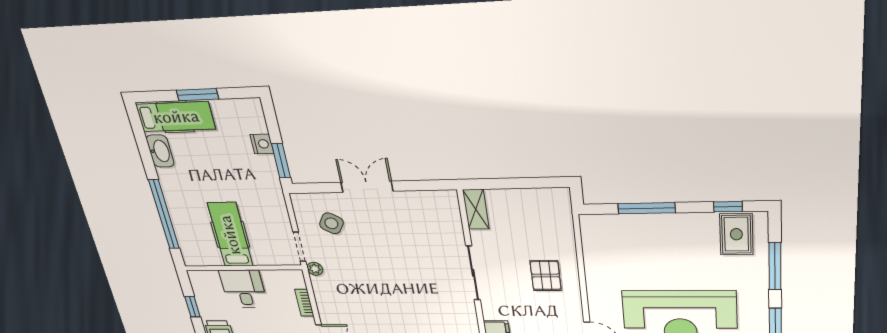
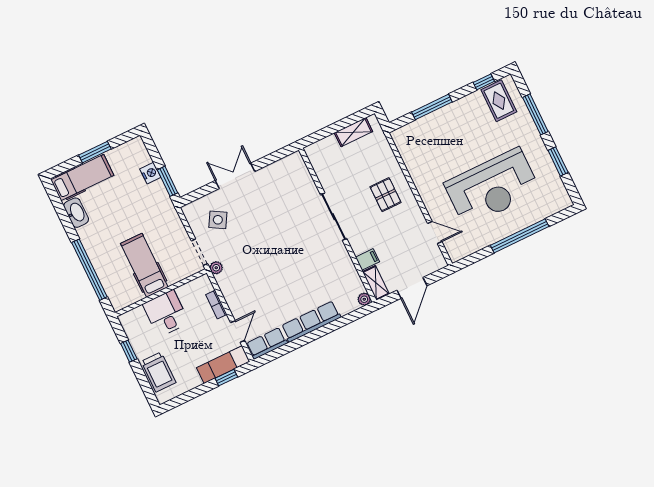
shelving: (476, 209) -> (353, 132), moved, turned 90

